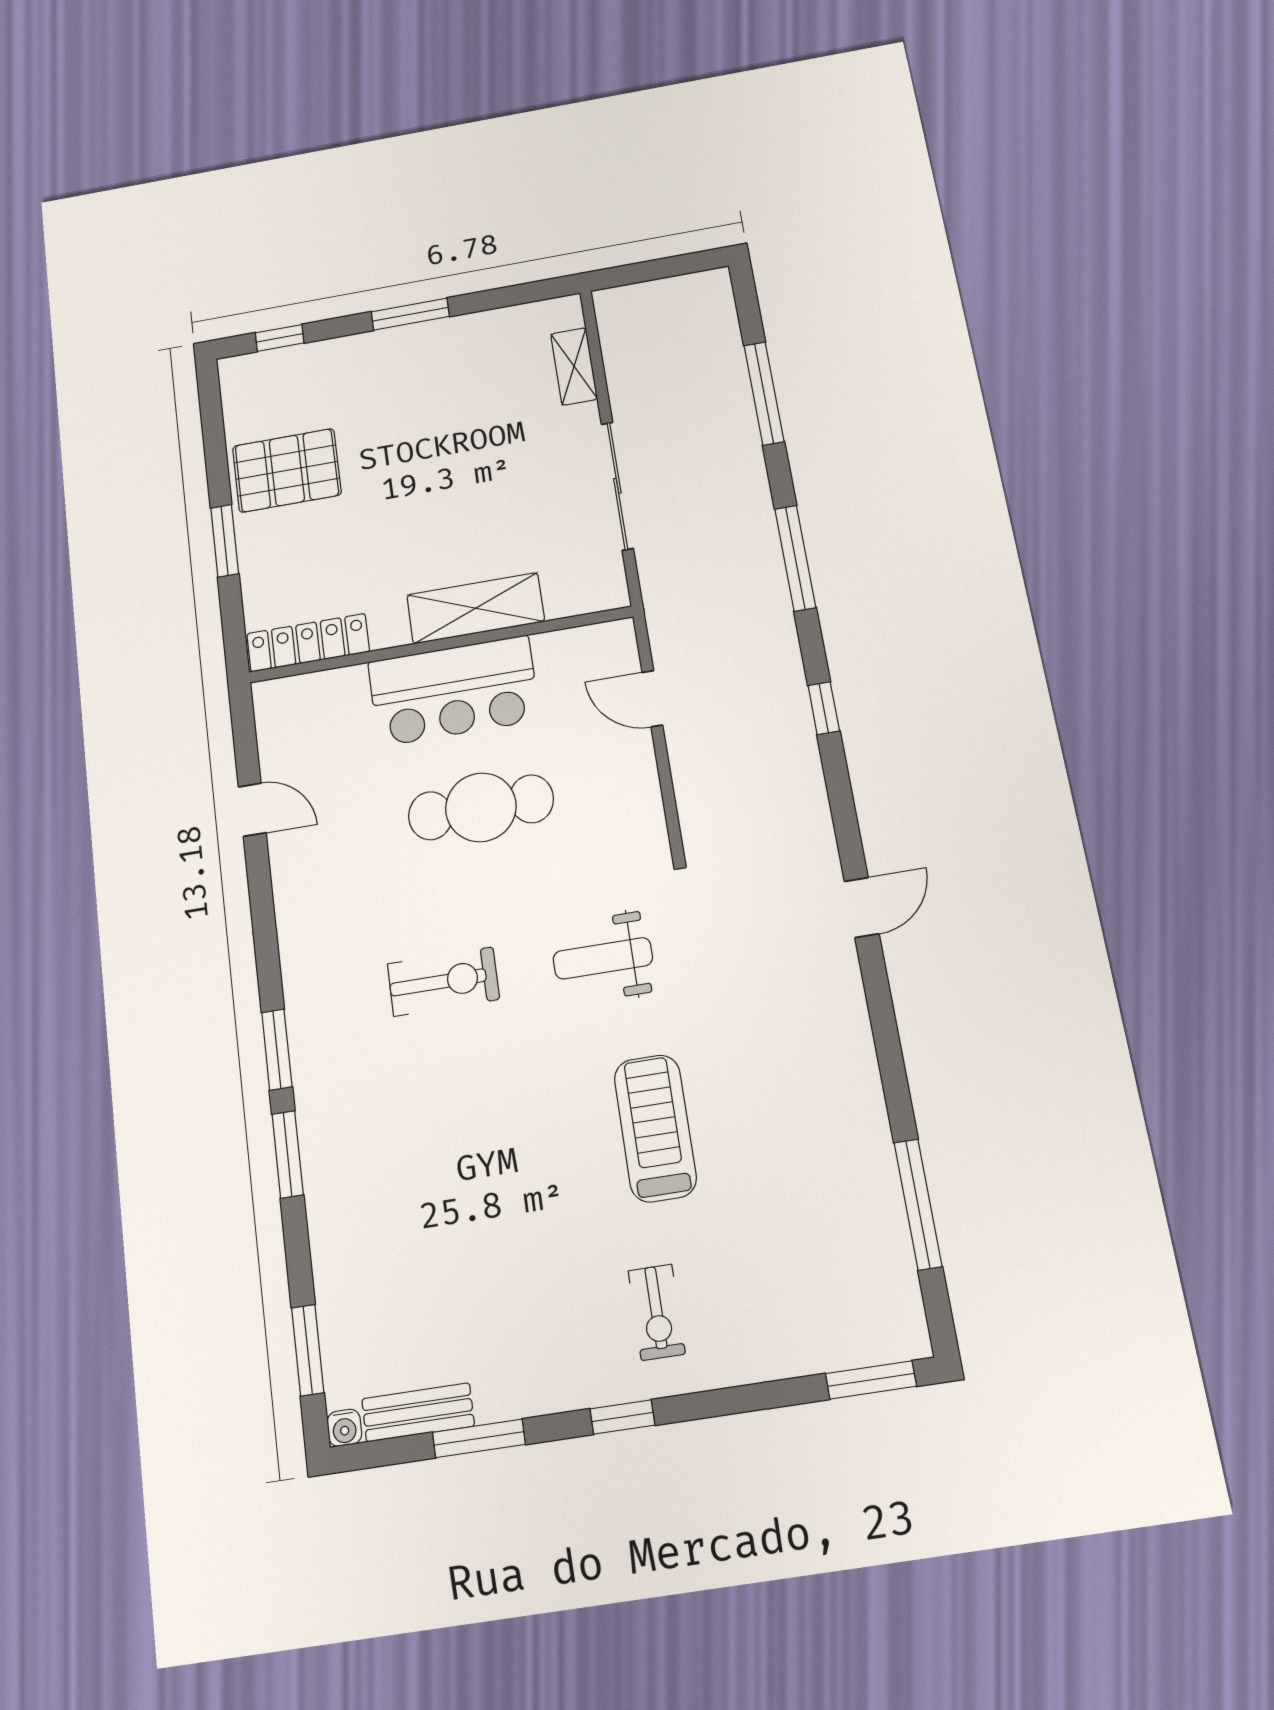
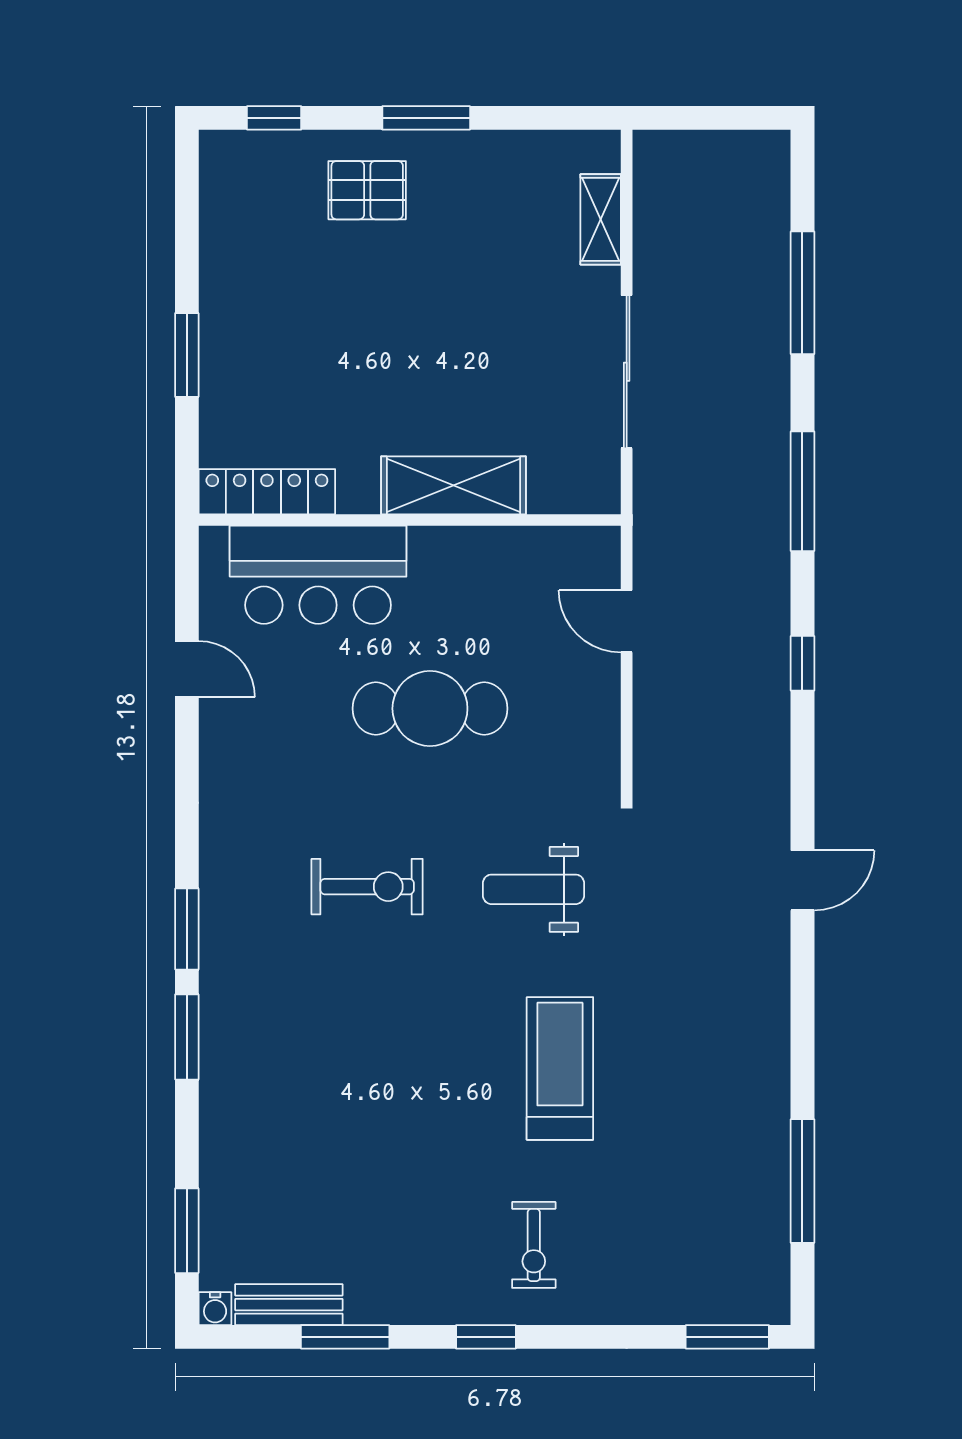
pallet: (287, 470) -> (367, 190), moved, width x0.67, depth x0.71
bar counter: (453, 691) -> (318, 575), moved

